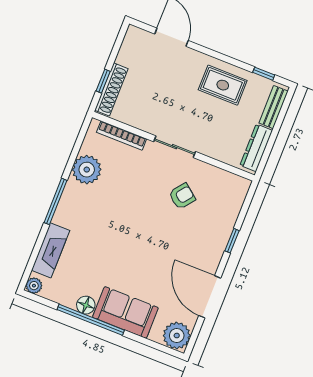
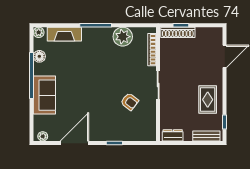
dresser: (256, 148) -> (173, 135), width x0.70
floor lamp: (86, 305) -> (39, 56), moved
plant: (177, 336) -> (43, 136), width x0.53, depth x0.53

